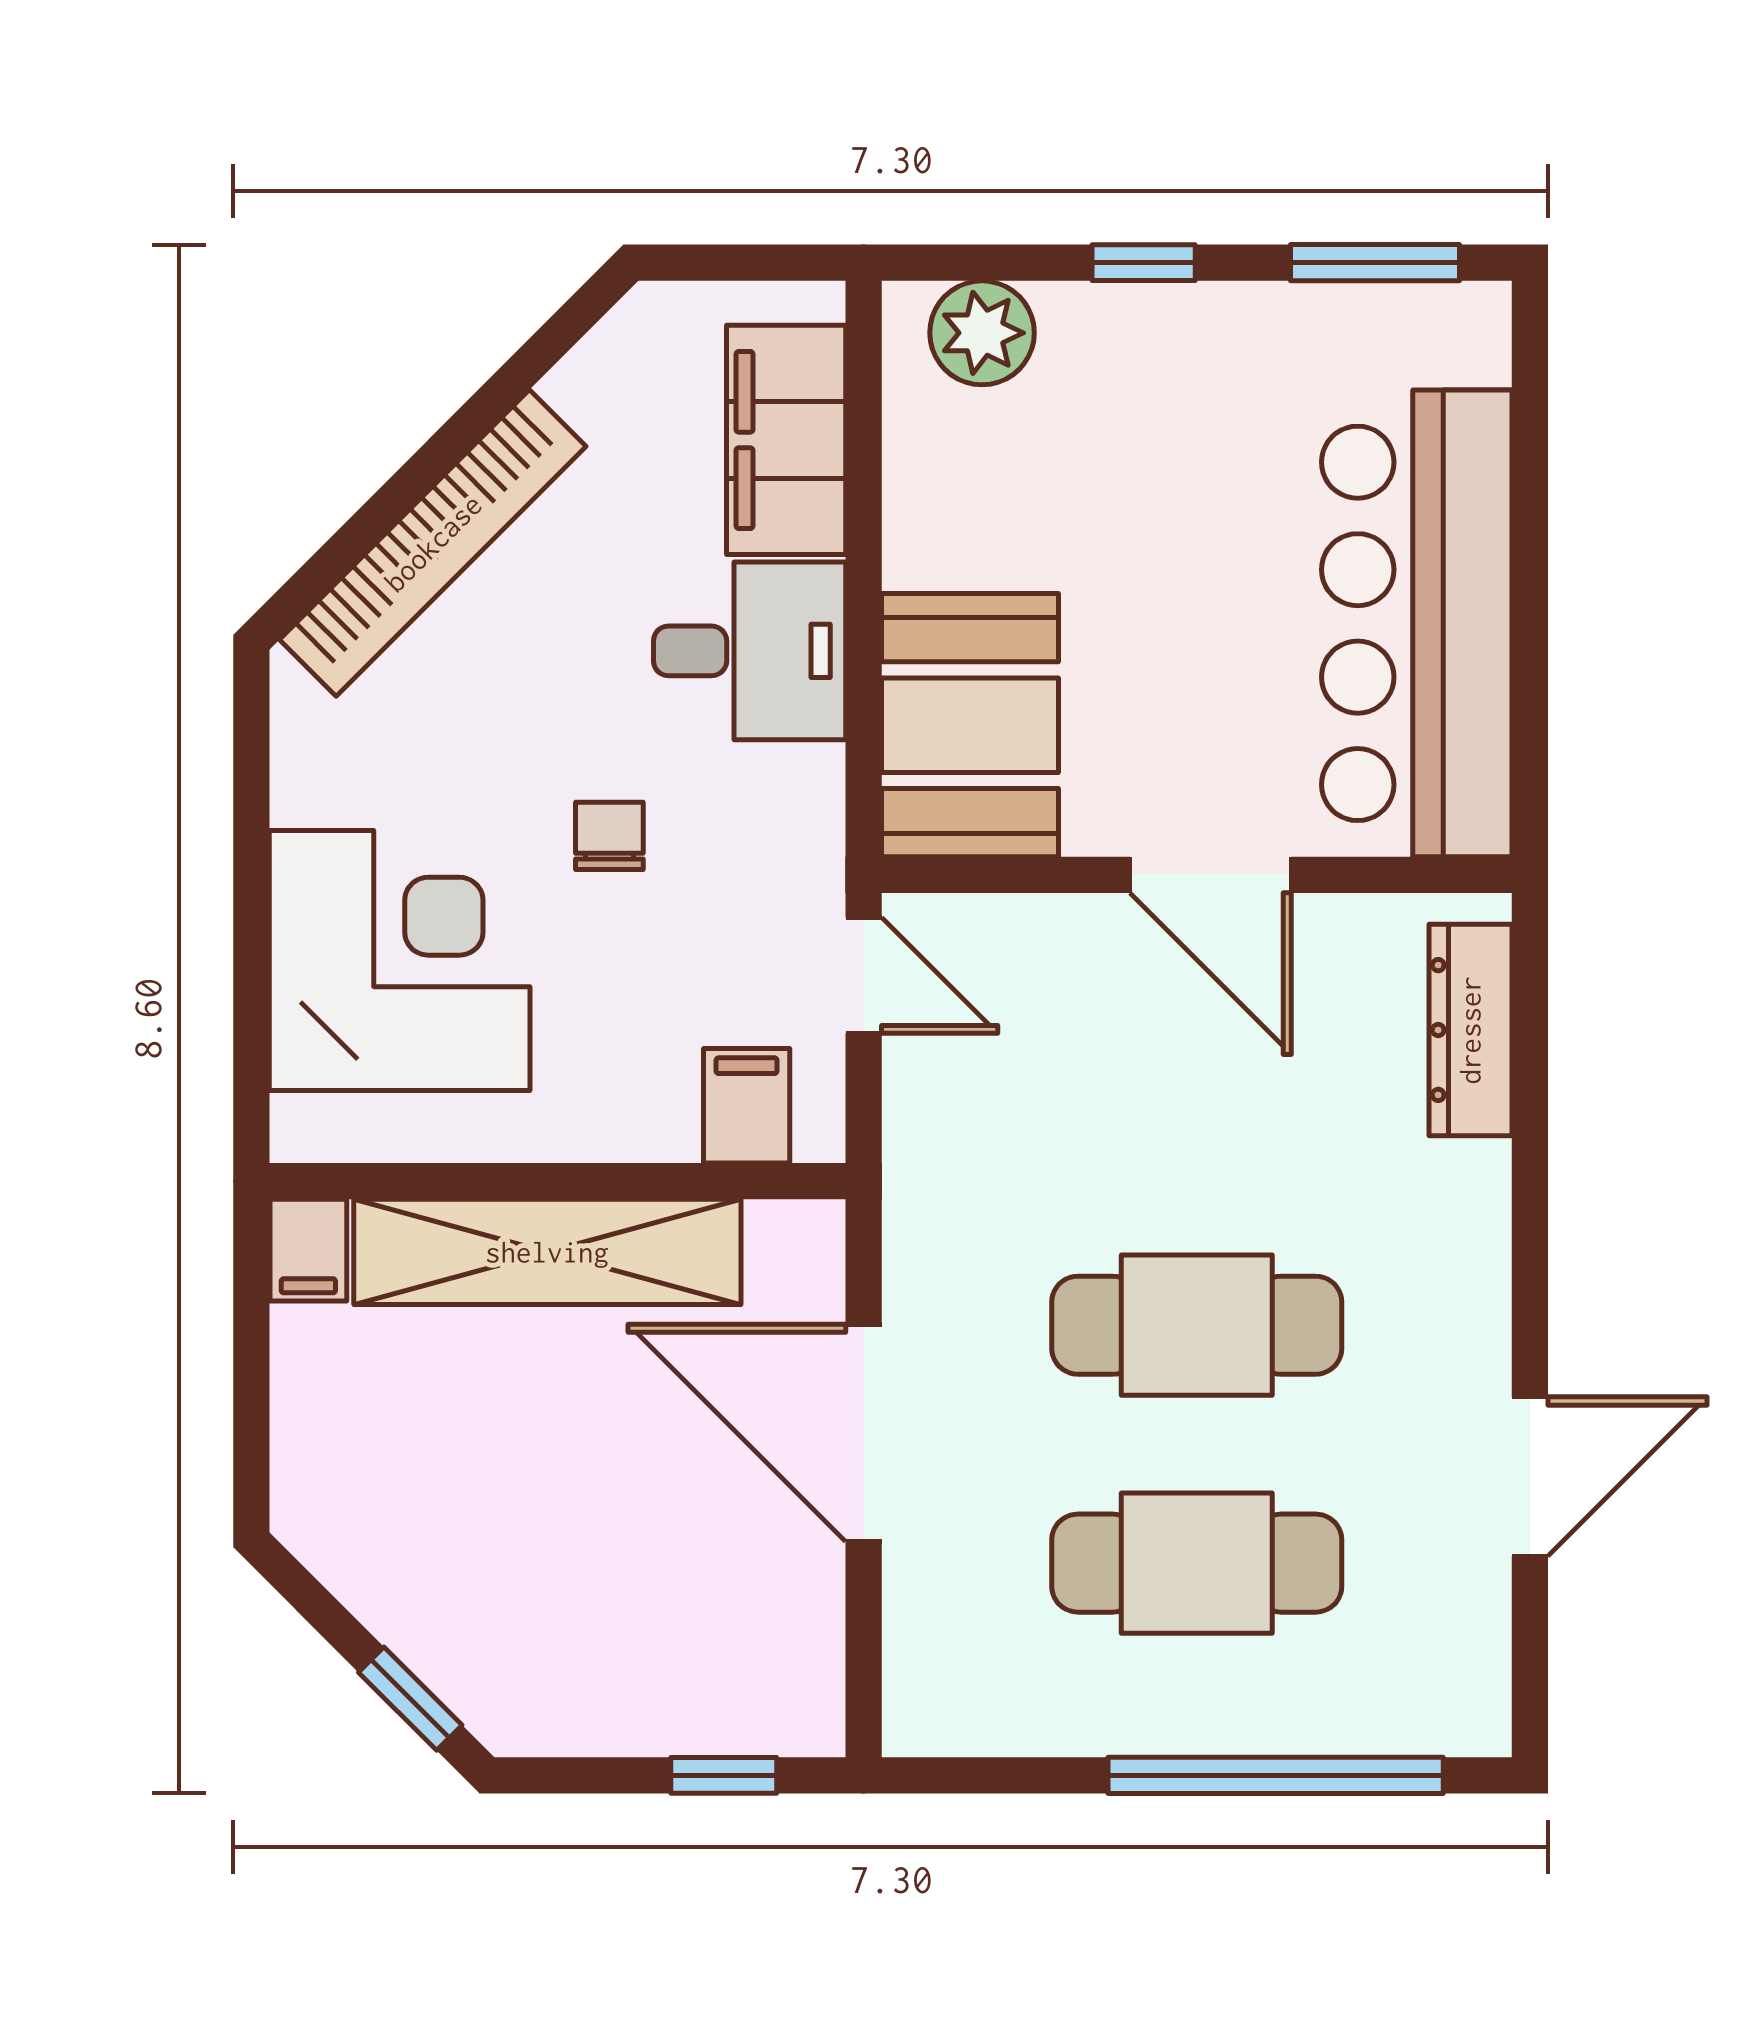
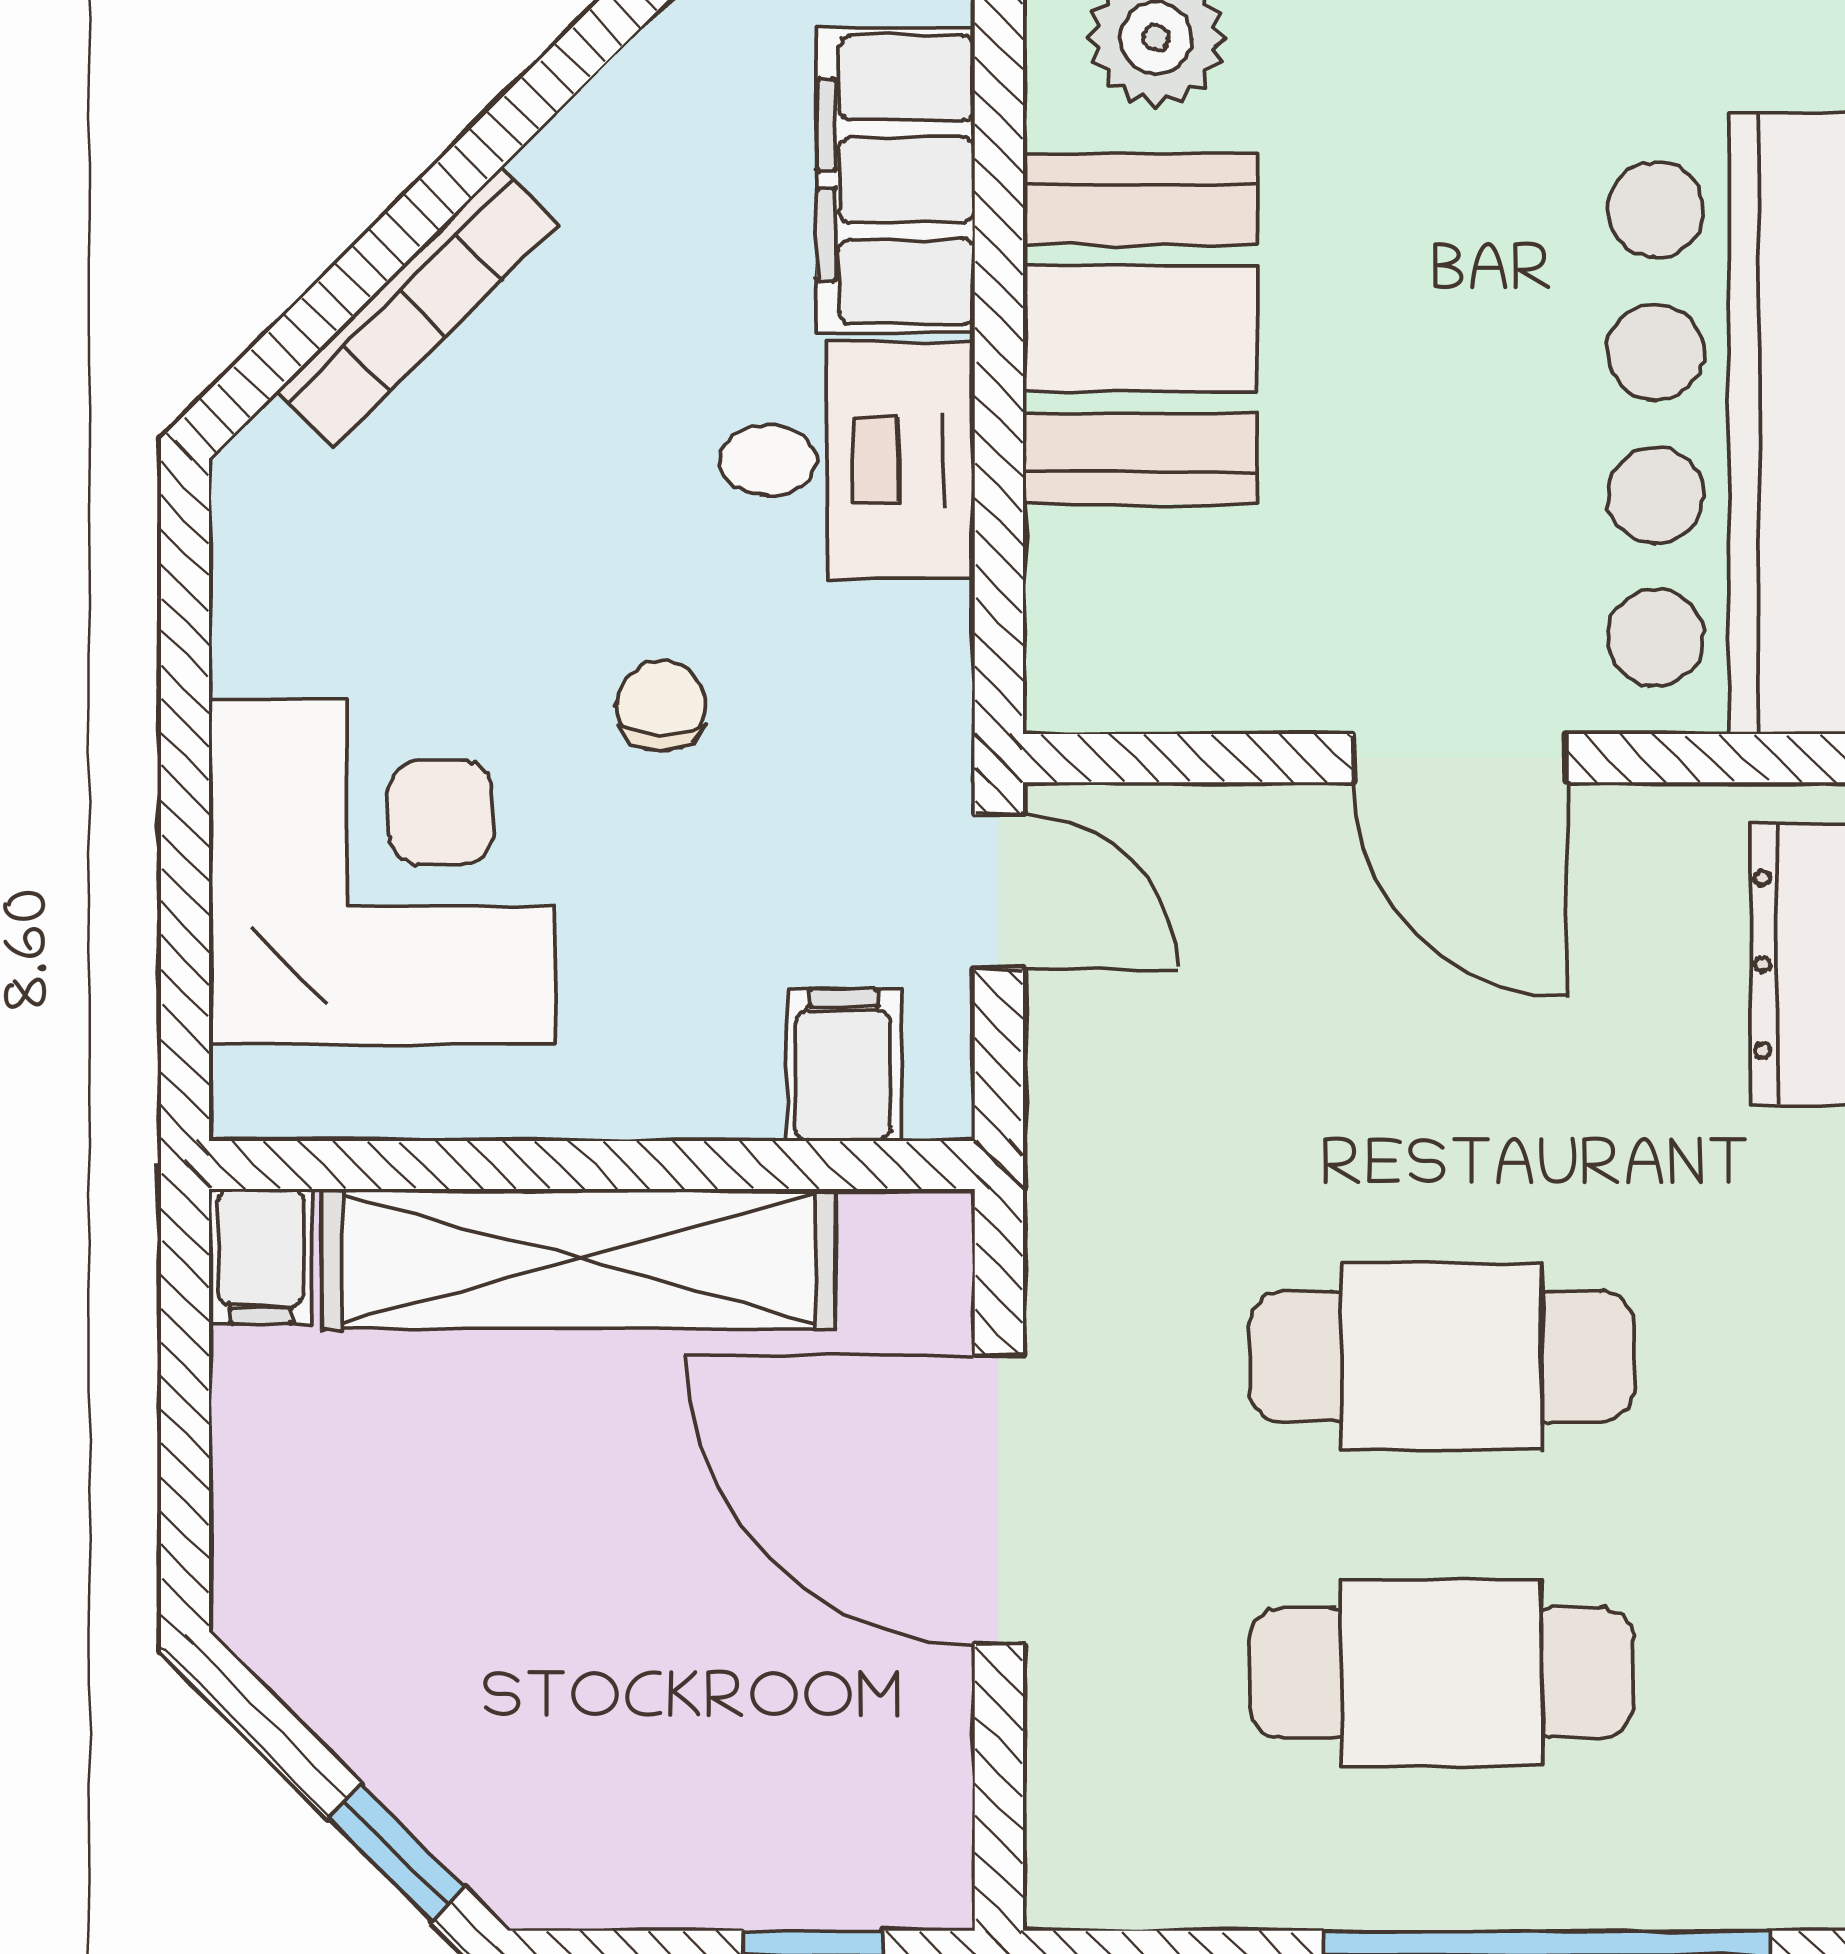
bookcase: (433, 543) -> (417, 308), width x0.68, depth x0.76
booth: (970, 725) -> (1140, 329), moved

